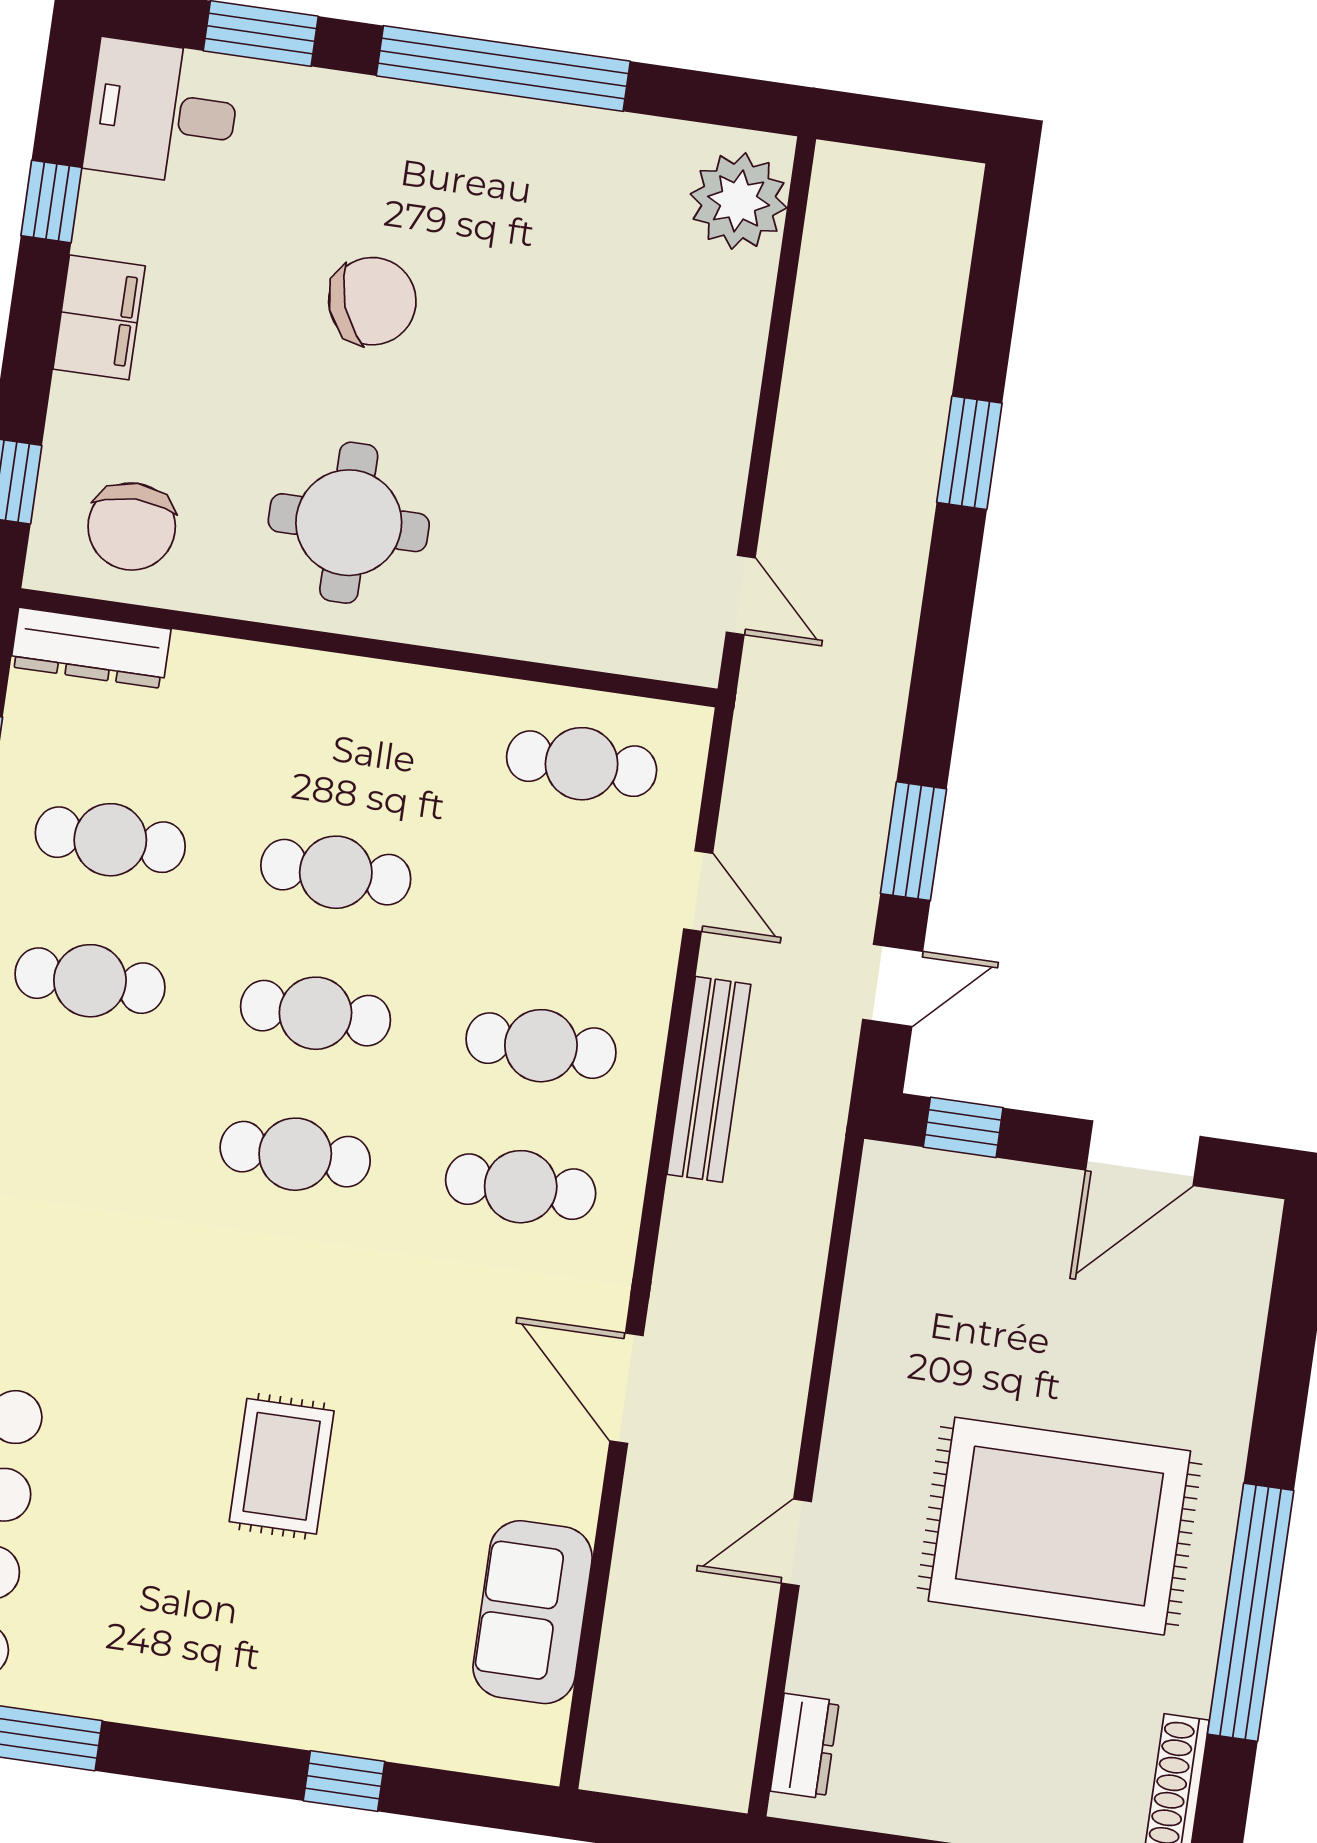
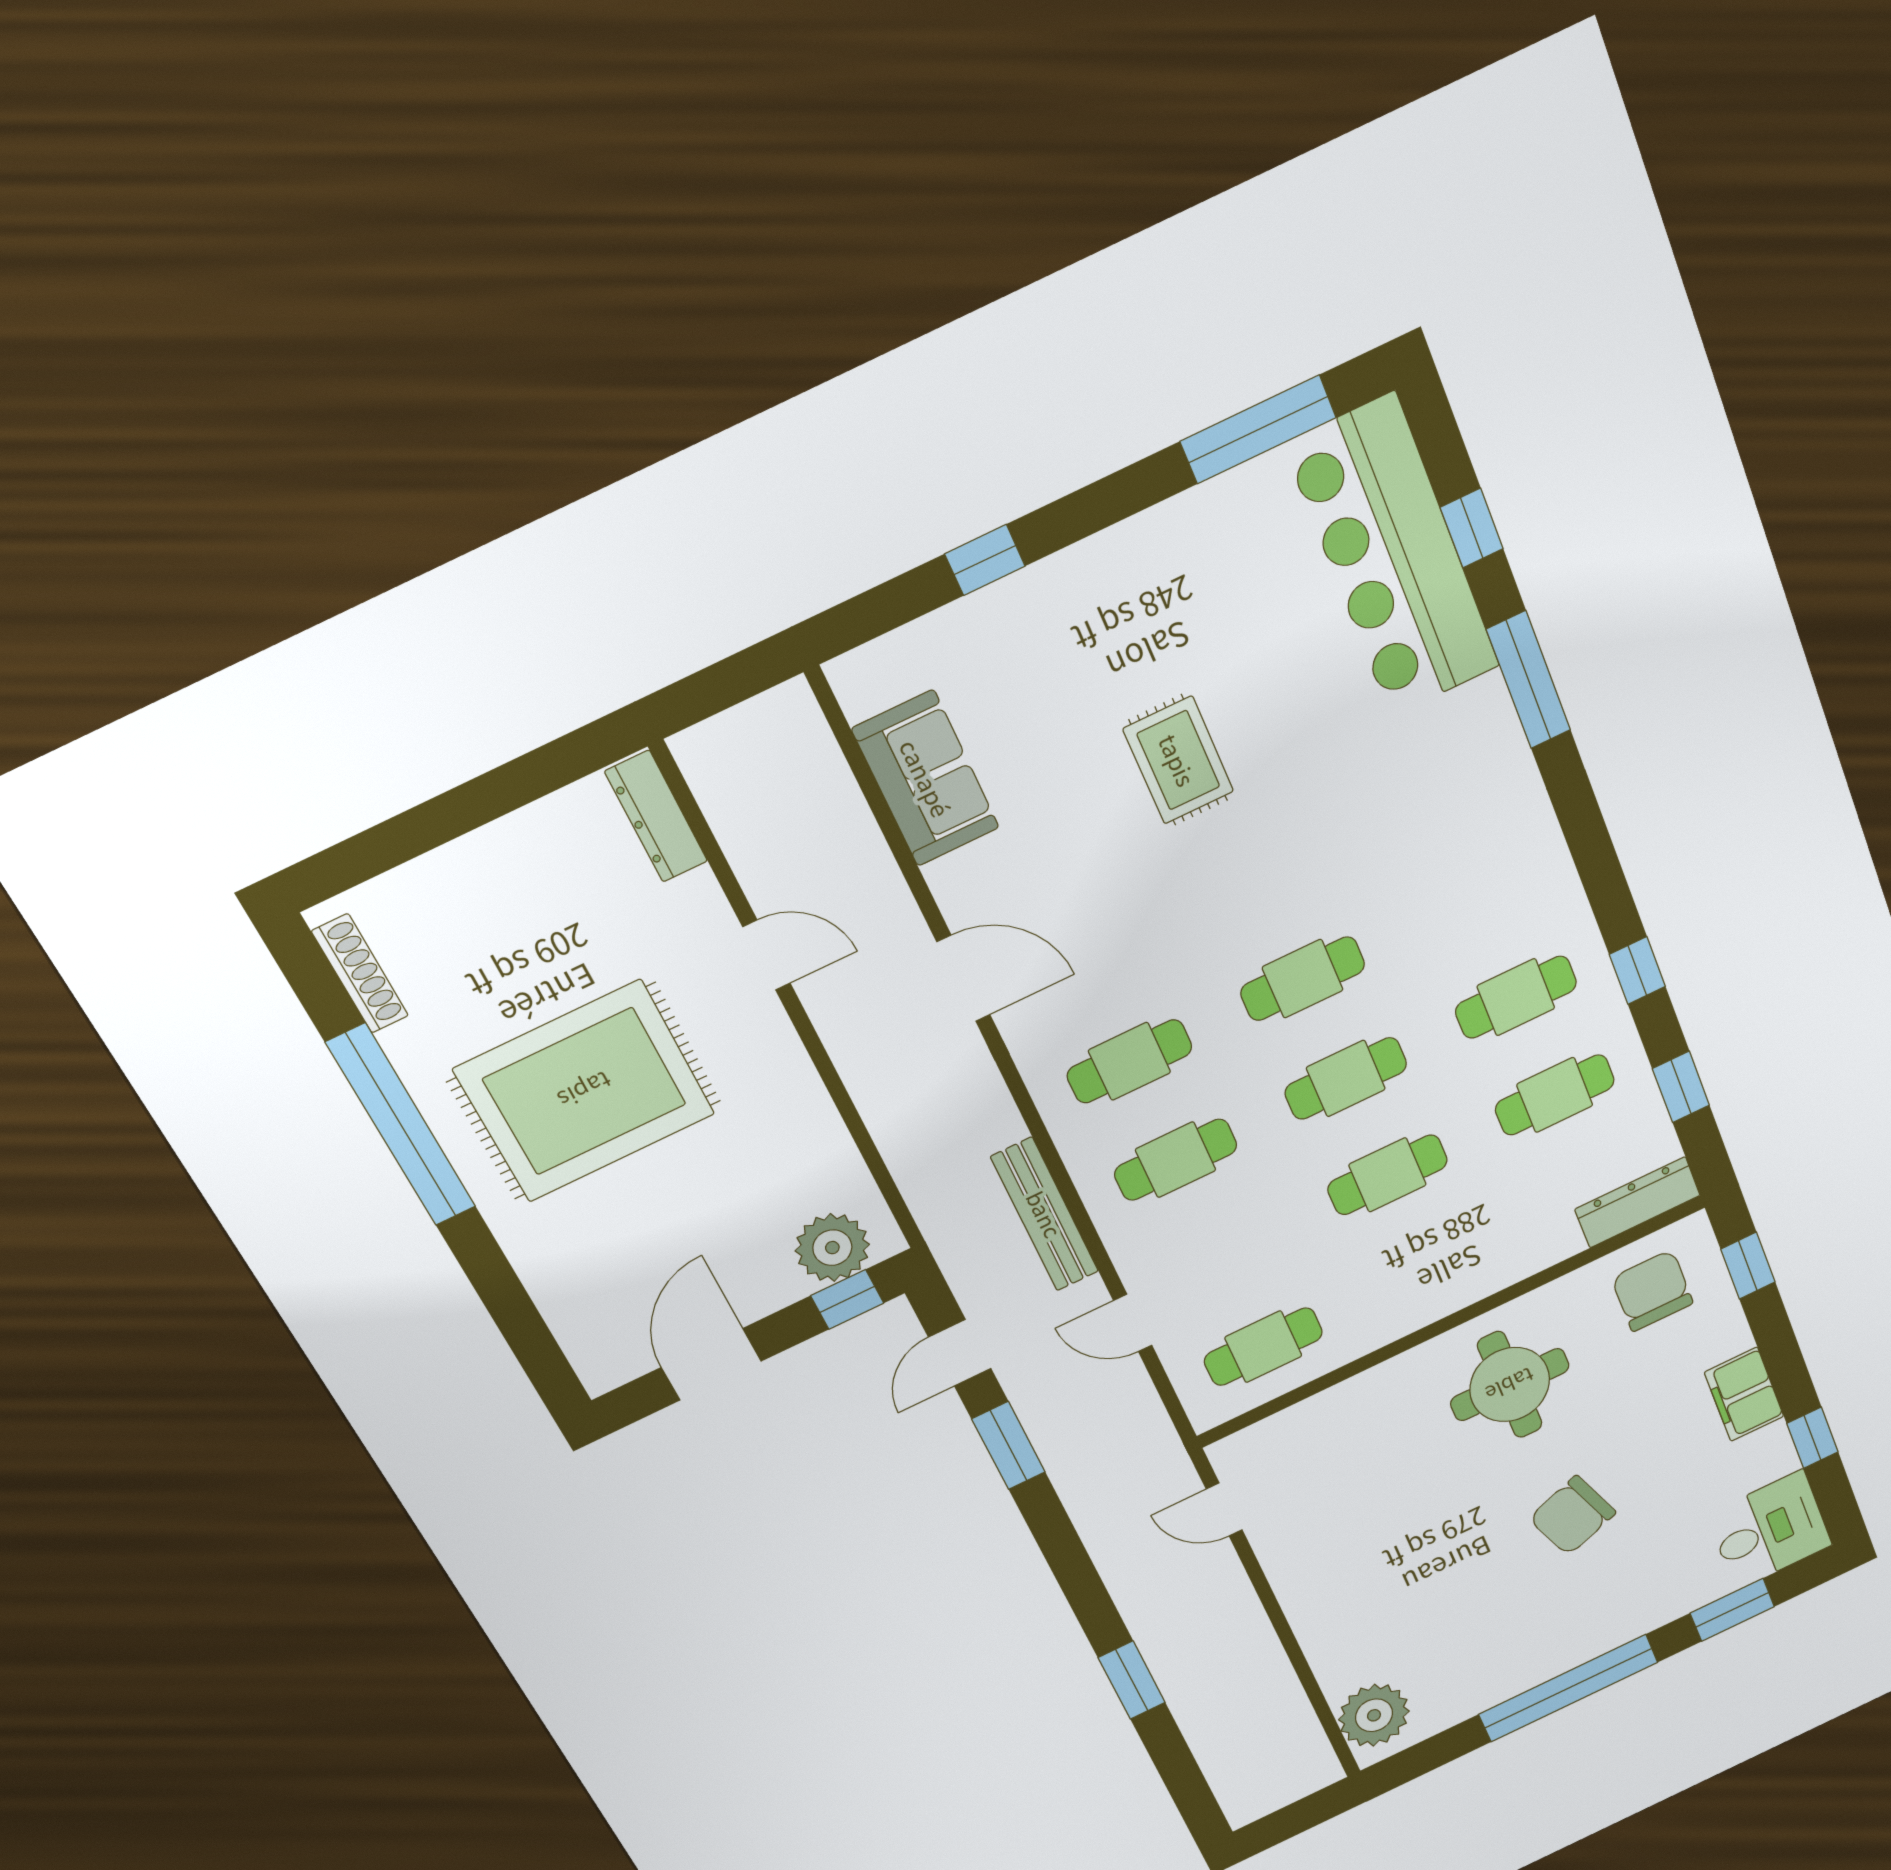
plant: (940, 1195) -> (832, 1248), added
door: (796, 1542) -> (766, 955), hinge flipped
dresser: (805, 1746) -> (656, 816), width x1.44

